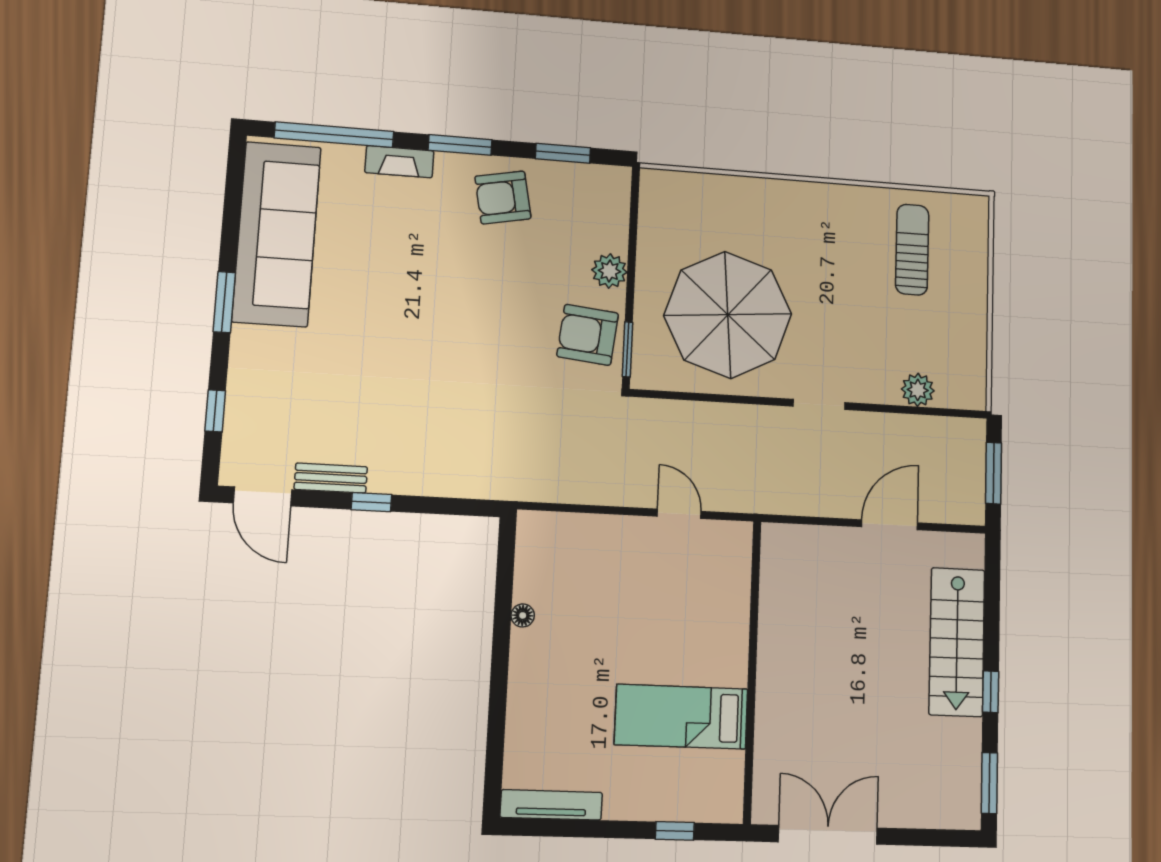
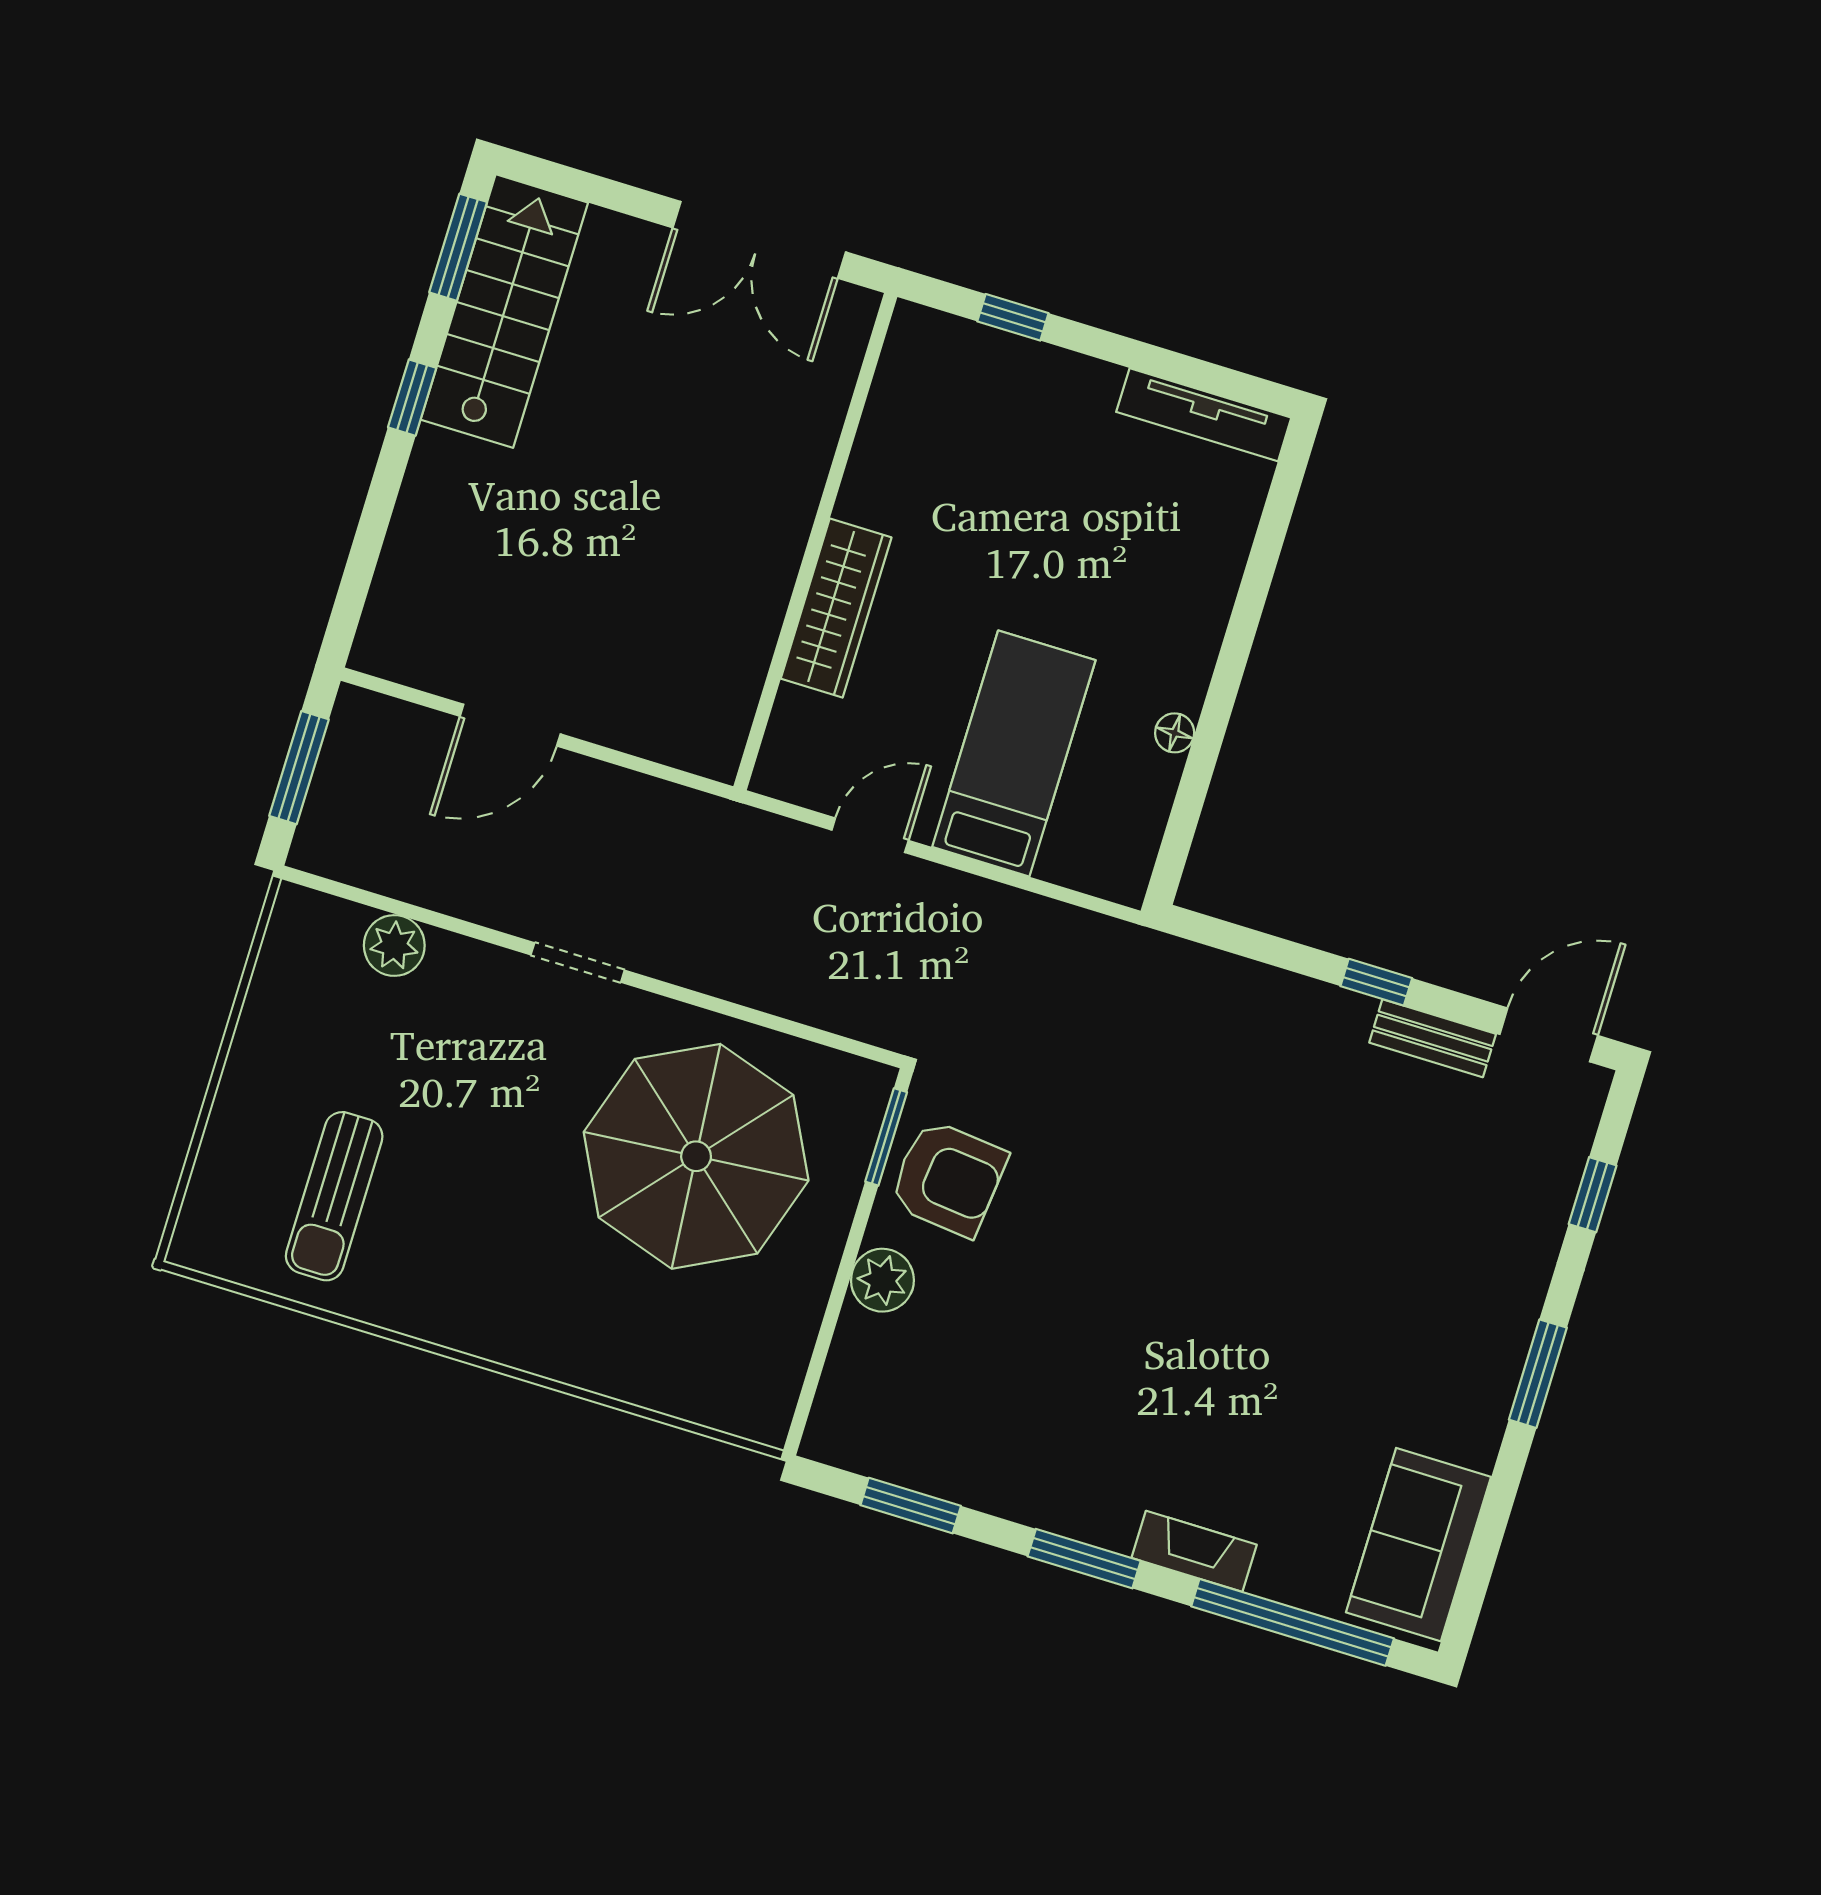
armchair: (503, 197) -> (1033, 1450), removed
sofa: (277, 234) -> (1419, 1545), width x0.54, depth x0.79
door: (263, 496) -> (1549, 1035), hinge flipped
door: (679, 514) -> (870, 835), swing flipped
wardrobe: (731, 636) -> (836, 608), added
stairs: (957, 642) -> (504, 311), moved
bed: (681, 717) -> (1014, 754), moved, turned -90

